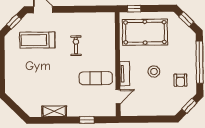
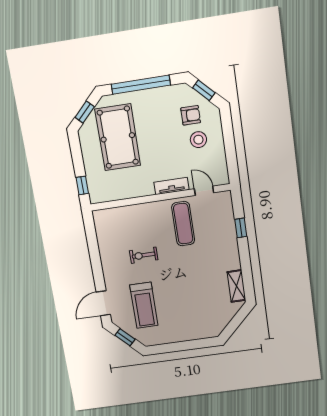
pool table: (145, 32) -> (118, 137), moved
stool: (154, 72) -> (198, 140), moved
armchair: (180, 80) -> (191, 115), moved
shelving: (54, 111) -> (236, 286), moved

